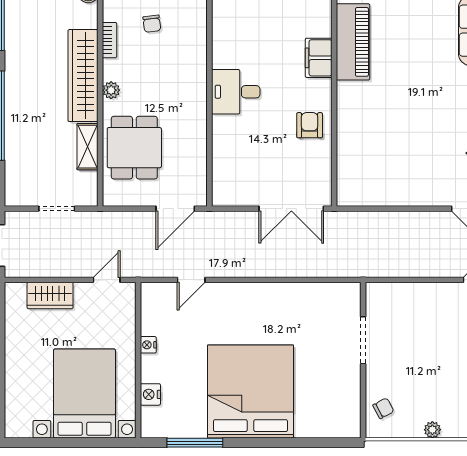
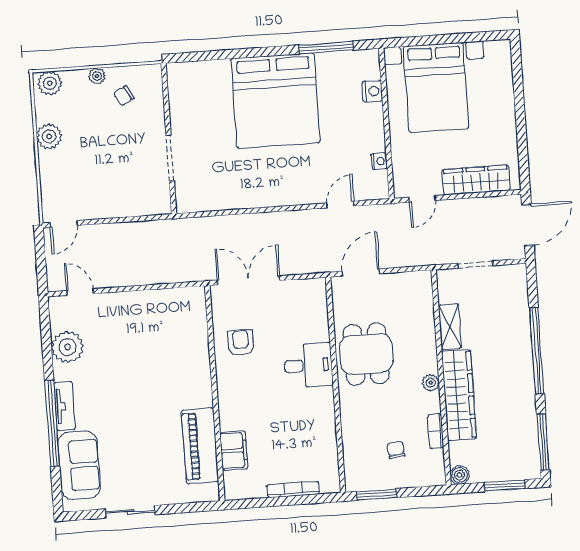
filing cabinet: (319, 58) -> (234, 451), moved
desk: (236, 92) -> (308, 365), moved
armchair: (310, 125) -> (241, 343), moved, turned 180
dining table: (134, 148) -> (366, 354), moved
wardrobe: (50, 295) -> (476, 180), width x1.50
nightstand: (148, 345) -> (379, 161), moved
chair: (383, 408) -> (124, 96), moved

